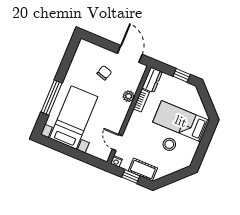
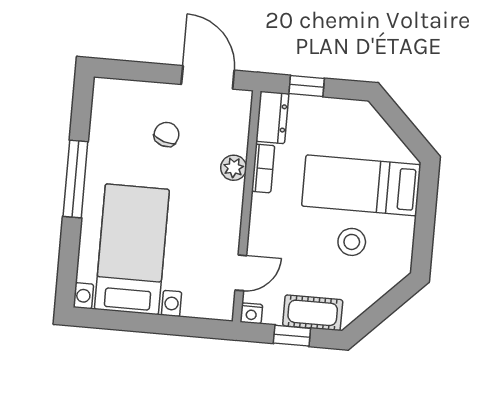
window: (182, 75) -> (307, 86), moved
window: (51, 98) -> (75, 179), moved
door: (117, 142) -> (241, 273), swing flipped

